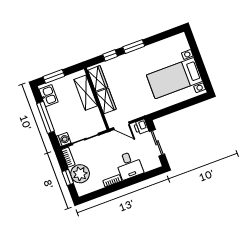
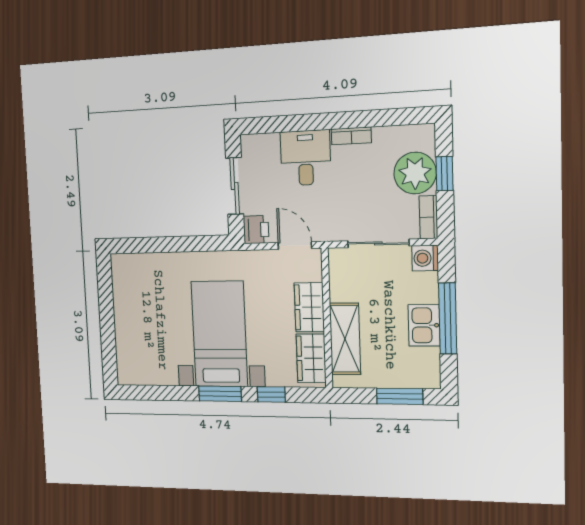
bed with nightstands: (175, 78) -> (219, 334), moved, turned -90
kitchen sink: (48, 96) -> (424, 325), moved

